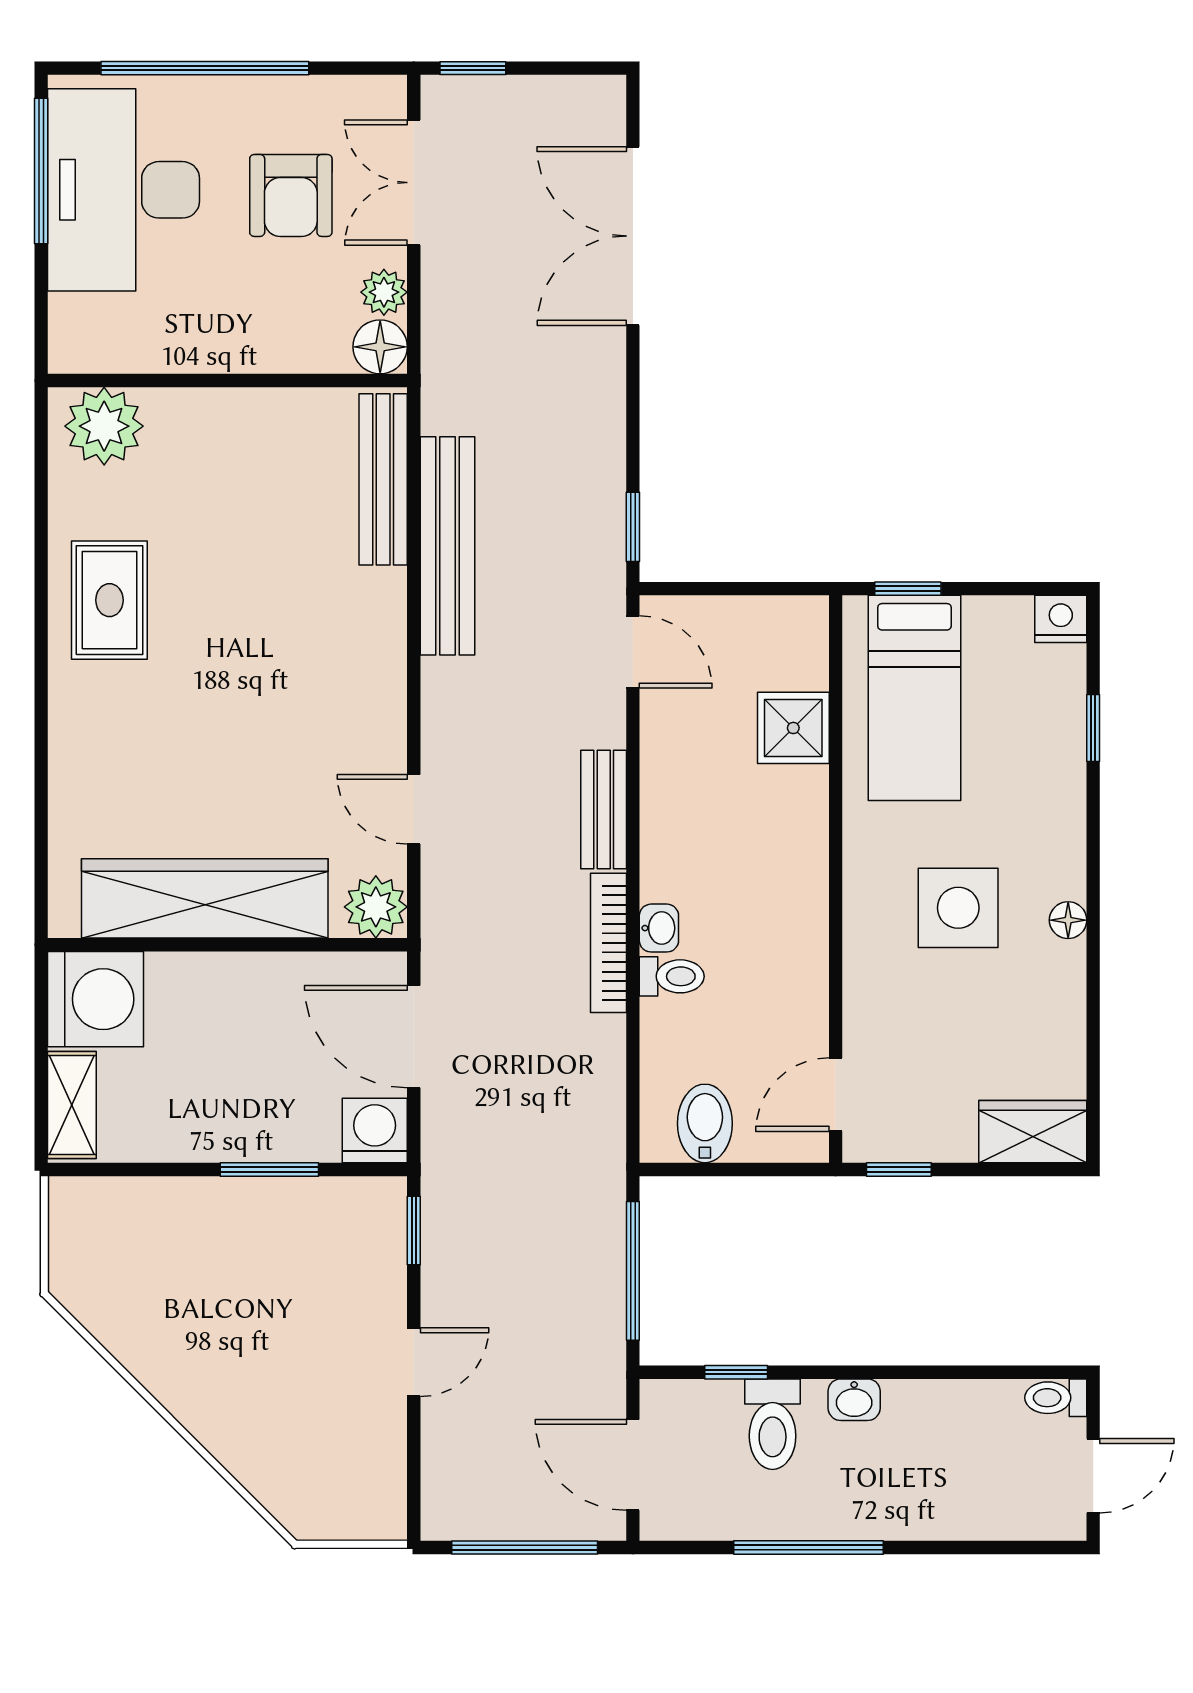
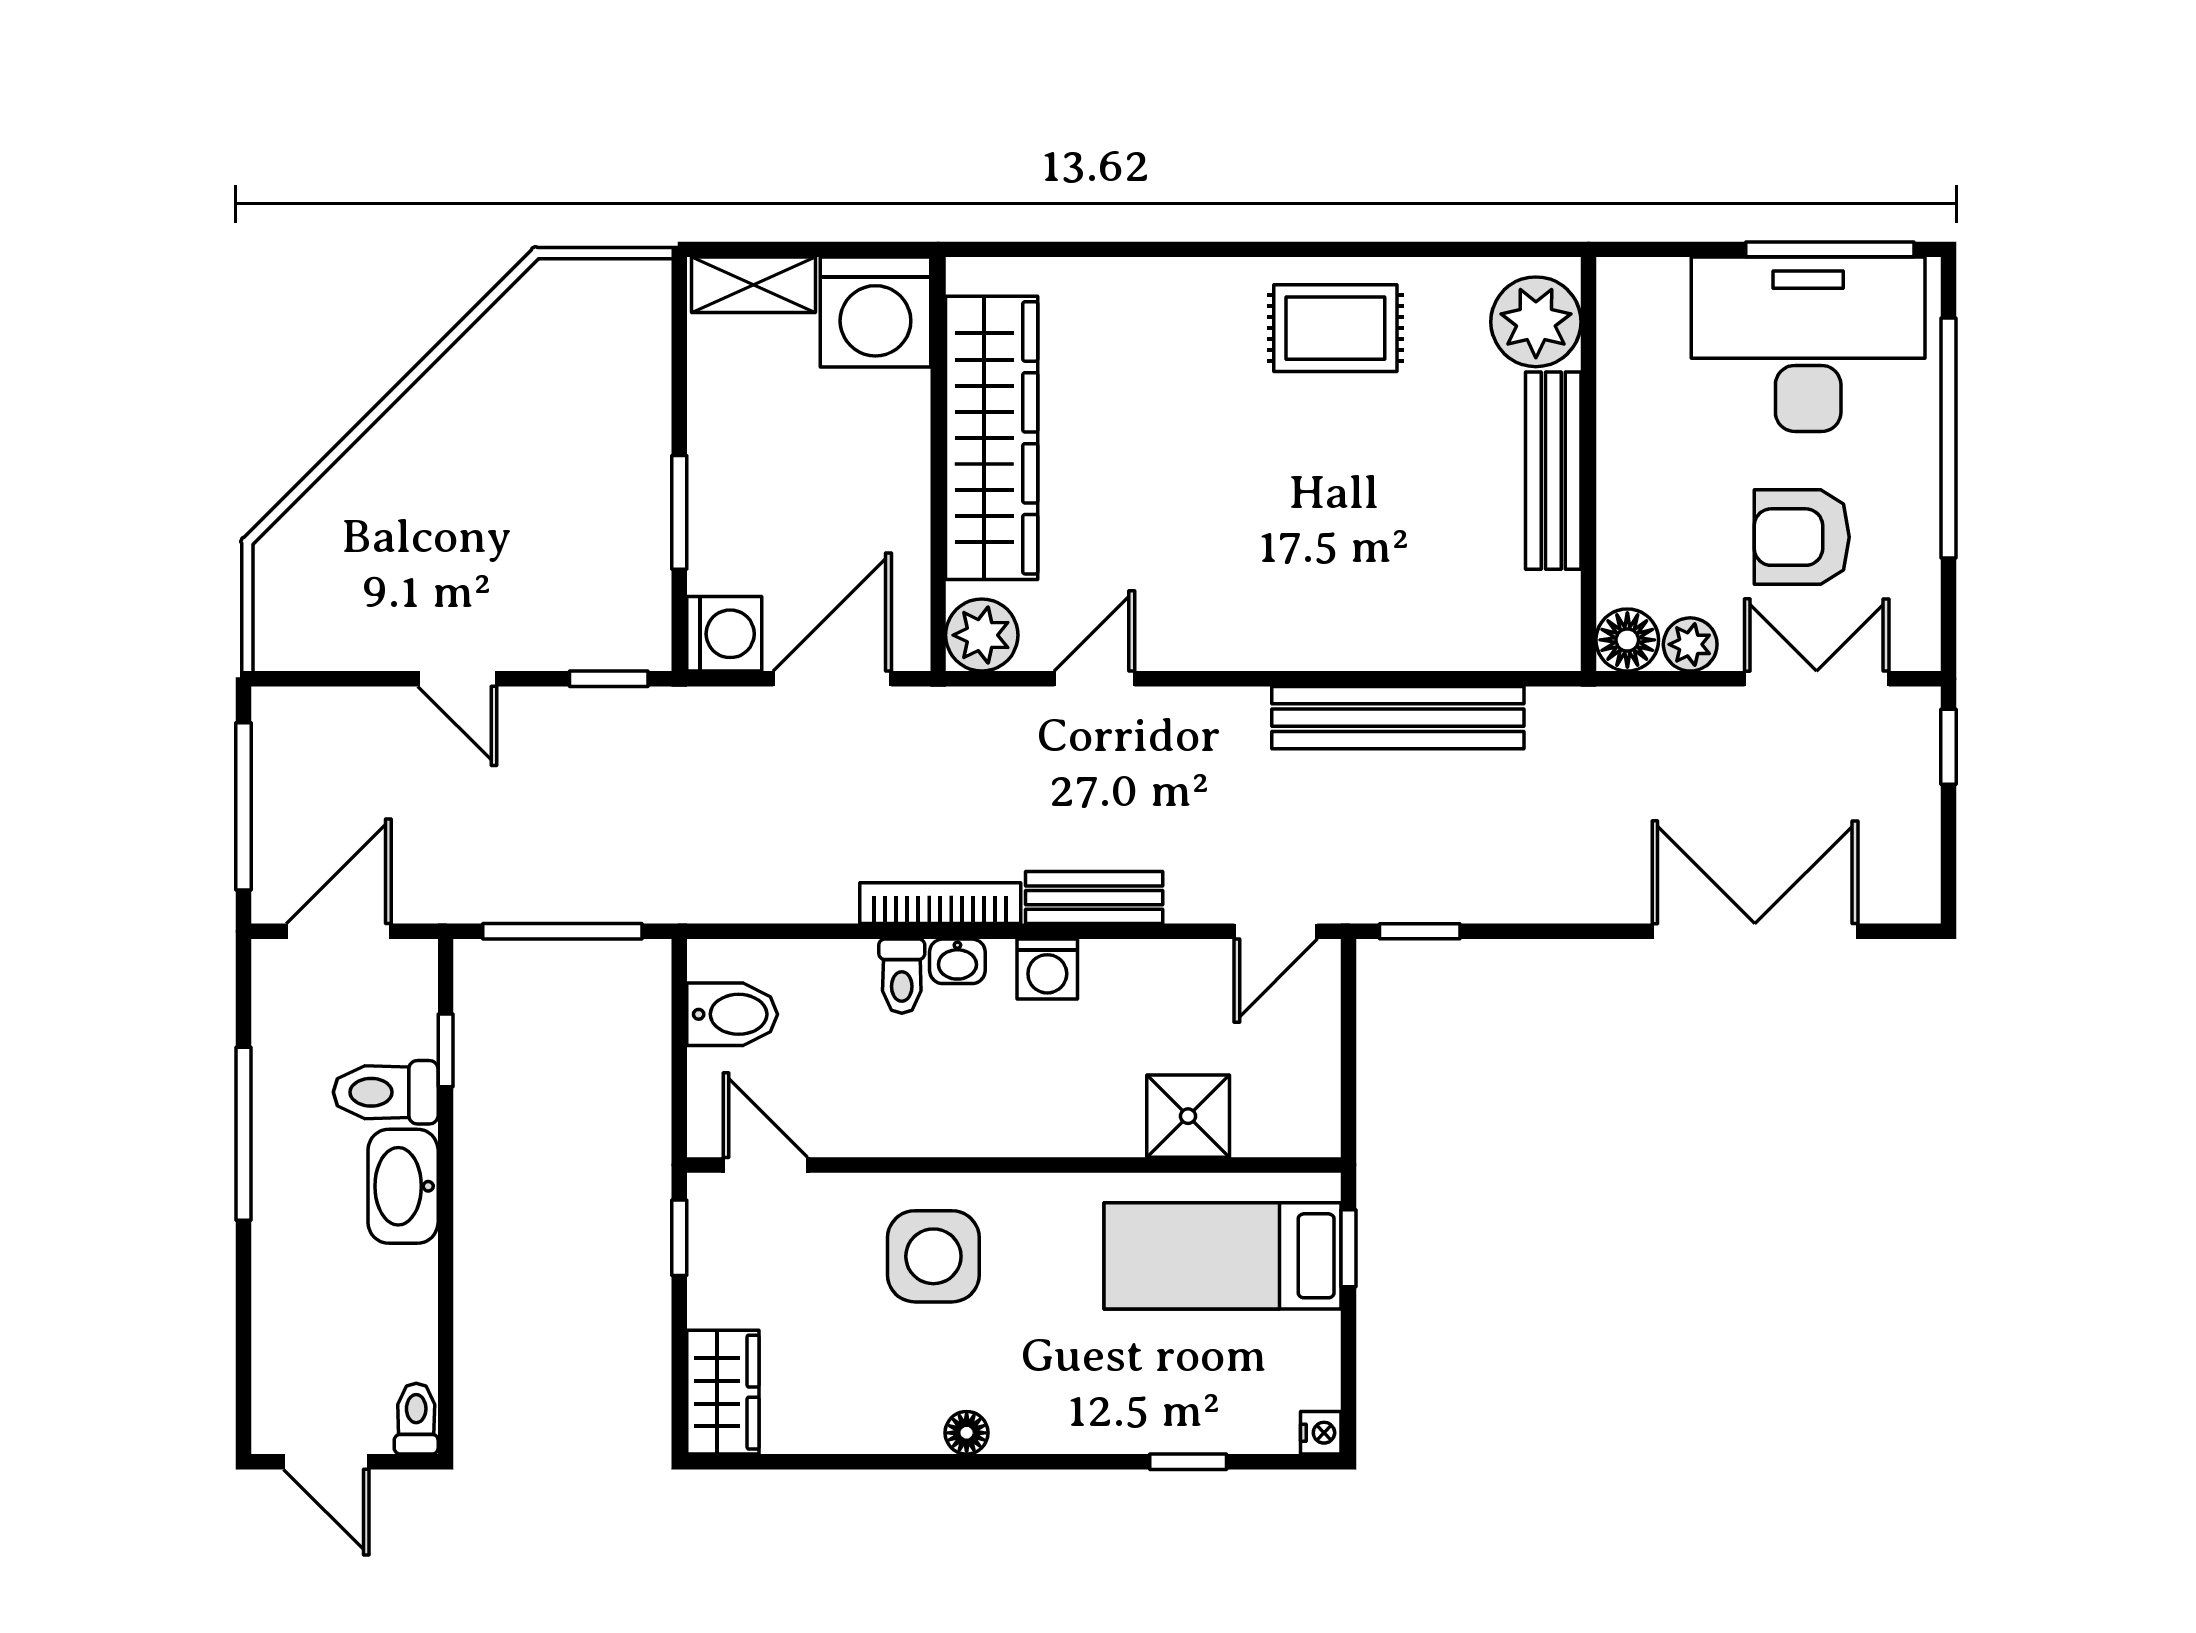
bench: (383, 479) -> (1553, 471), moved, turned 90
nightstand: (1061, 619) -> (1321, 1433), width x0.72, depth x0.74
washing machine: (666, 850) -> (1047, 969), added
side table: (958, 908) -> (933, 1256), moved
washbasin: (854, 1400) -> (403, 1186), width x1.91, depth x1.45

